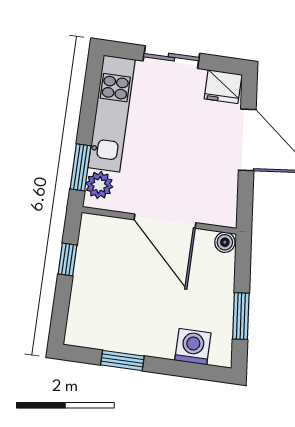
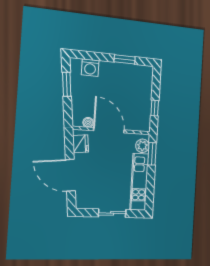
fridge: (223, 87) -> (81, 144), moved, turned 84
boiler: (225, 242) -> (88, 122), moved

